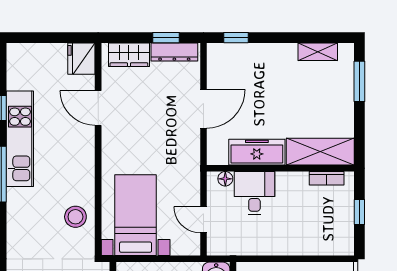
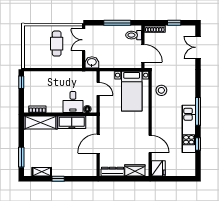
window: (166, 38) -> (117, 179), removed
window: (236, 38) -> (58, 179), moved
window: (359, 212) -> (21, 82), moved

